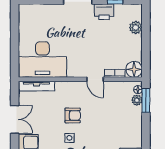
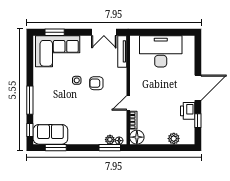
desk: (42, 60) -> (161, 51), moved, turned 90
armchair: (73, 115) -> (96, 83), turned 90
double door: (15, 119) -> (104, 32), moved

